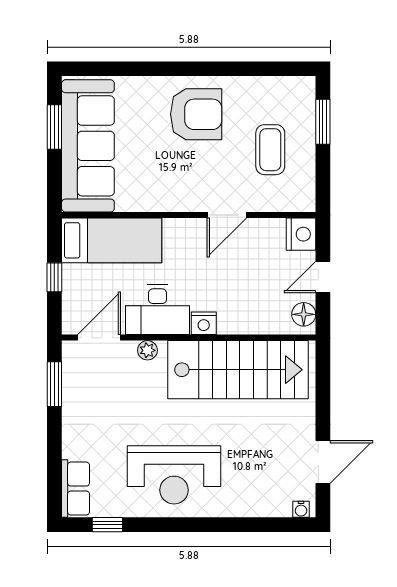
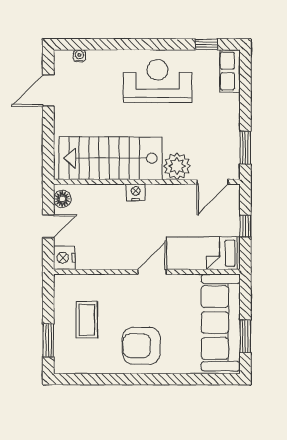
door: (227, 215) -> (152, 272), moved
desk: (158, 310) -> (170, 202), removed
plant: (147, 350) -> (177, 166), width x1.88, depth x1.88
water cooler: (301, 509) -> (79, 56), moved

